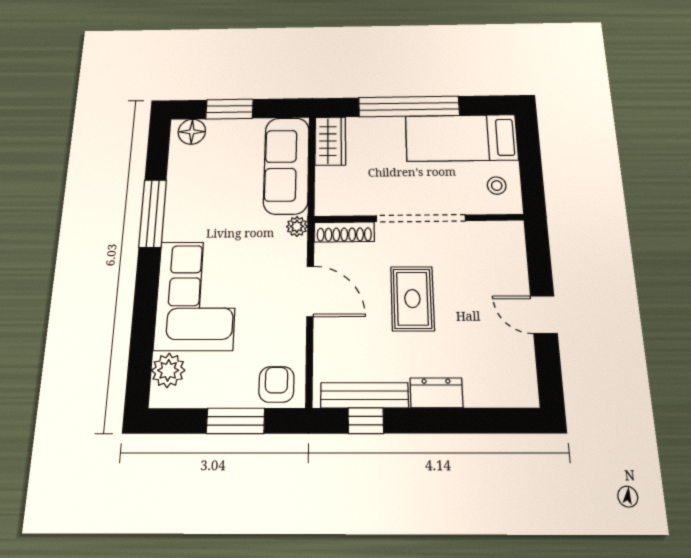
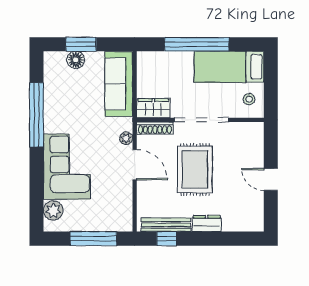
floor lamp: (192, 132) -> (76, 60), moved
wardrobe: (330, 141) -> (153, 108), moved, turned -90
window: (153, 213) -> (37, 115), width x1.46
plant: (297, 226) -> (126, 138), moved
rug: (412, 299) -> (195, 169), width x1.36, depth x1.43
armchair: (276, 384) -> (116, 219), removed
window: (236, 421) -> (94, 239), width x1.44

